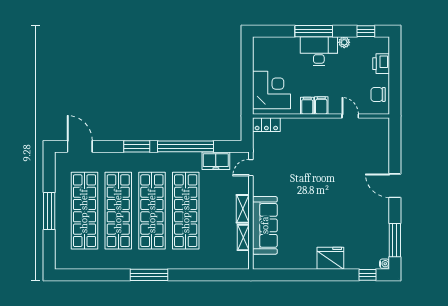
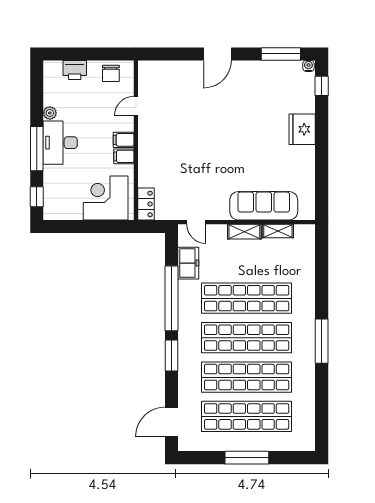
window: (366, 31) -> (37, 197), moved

